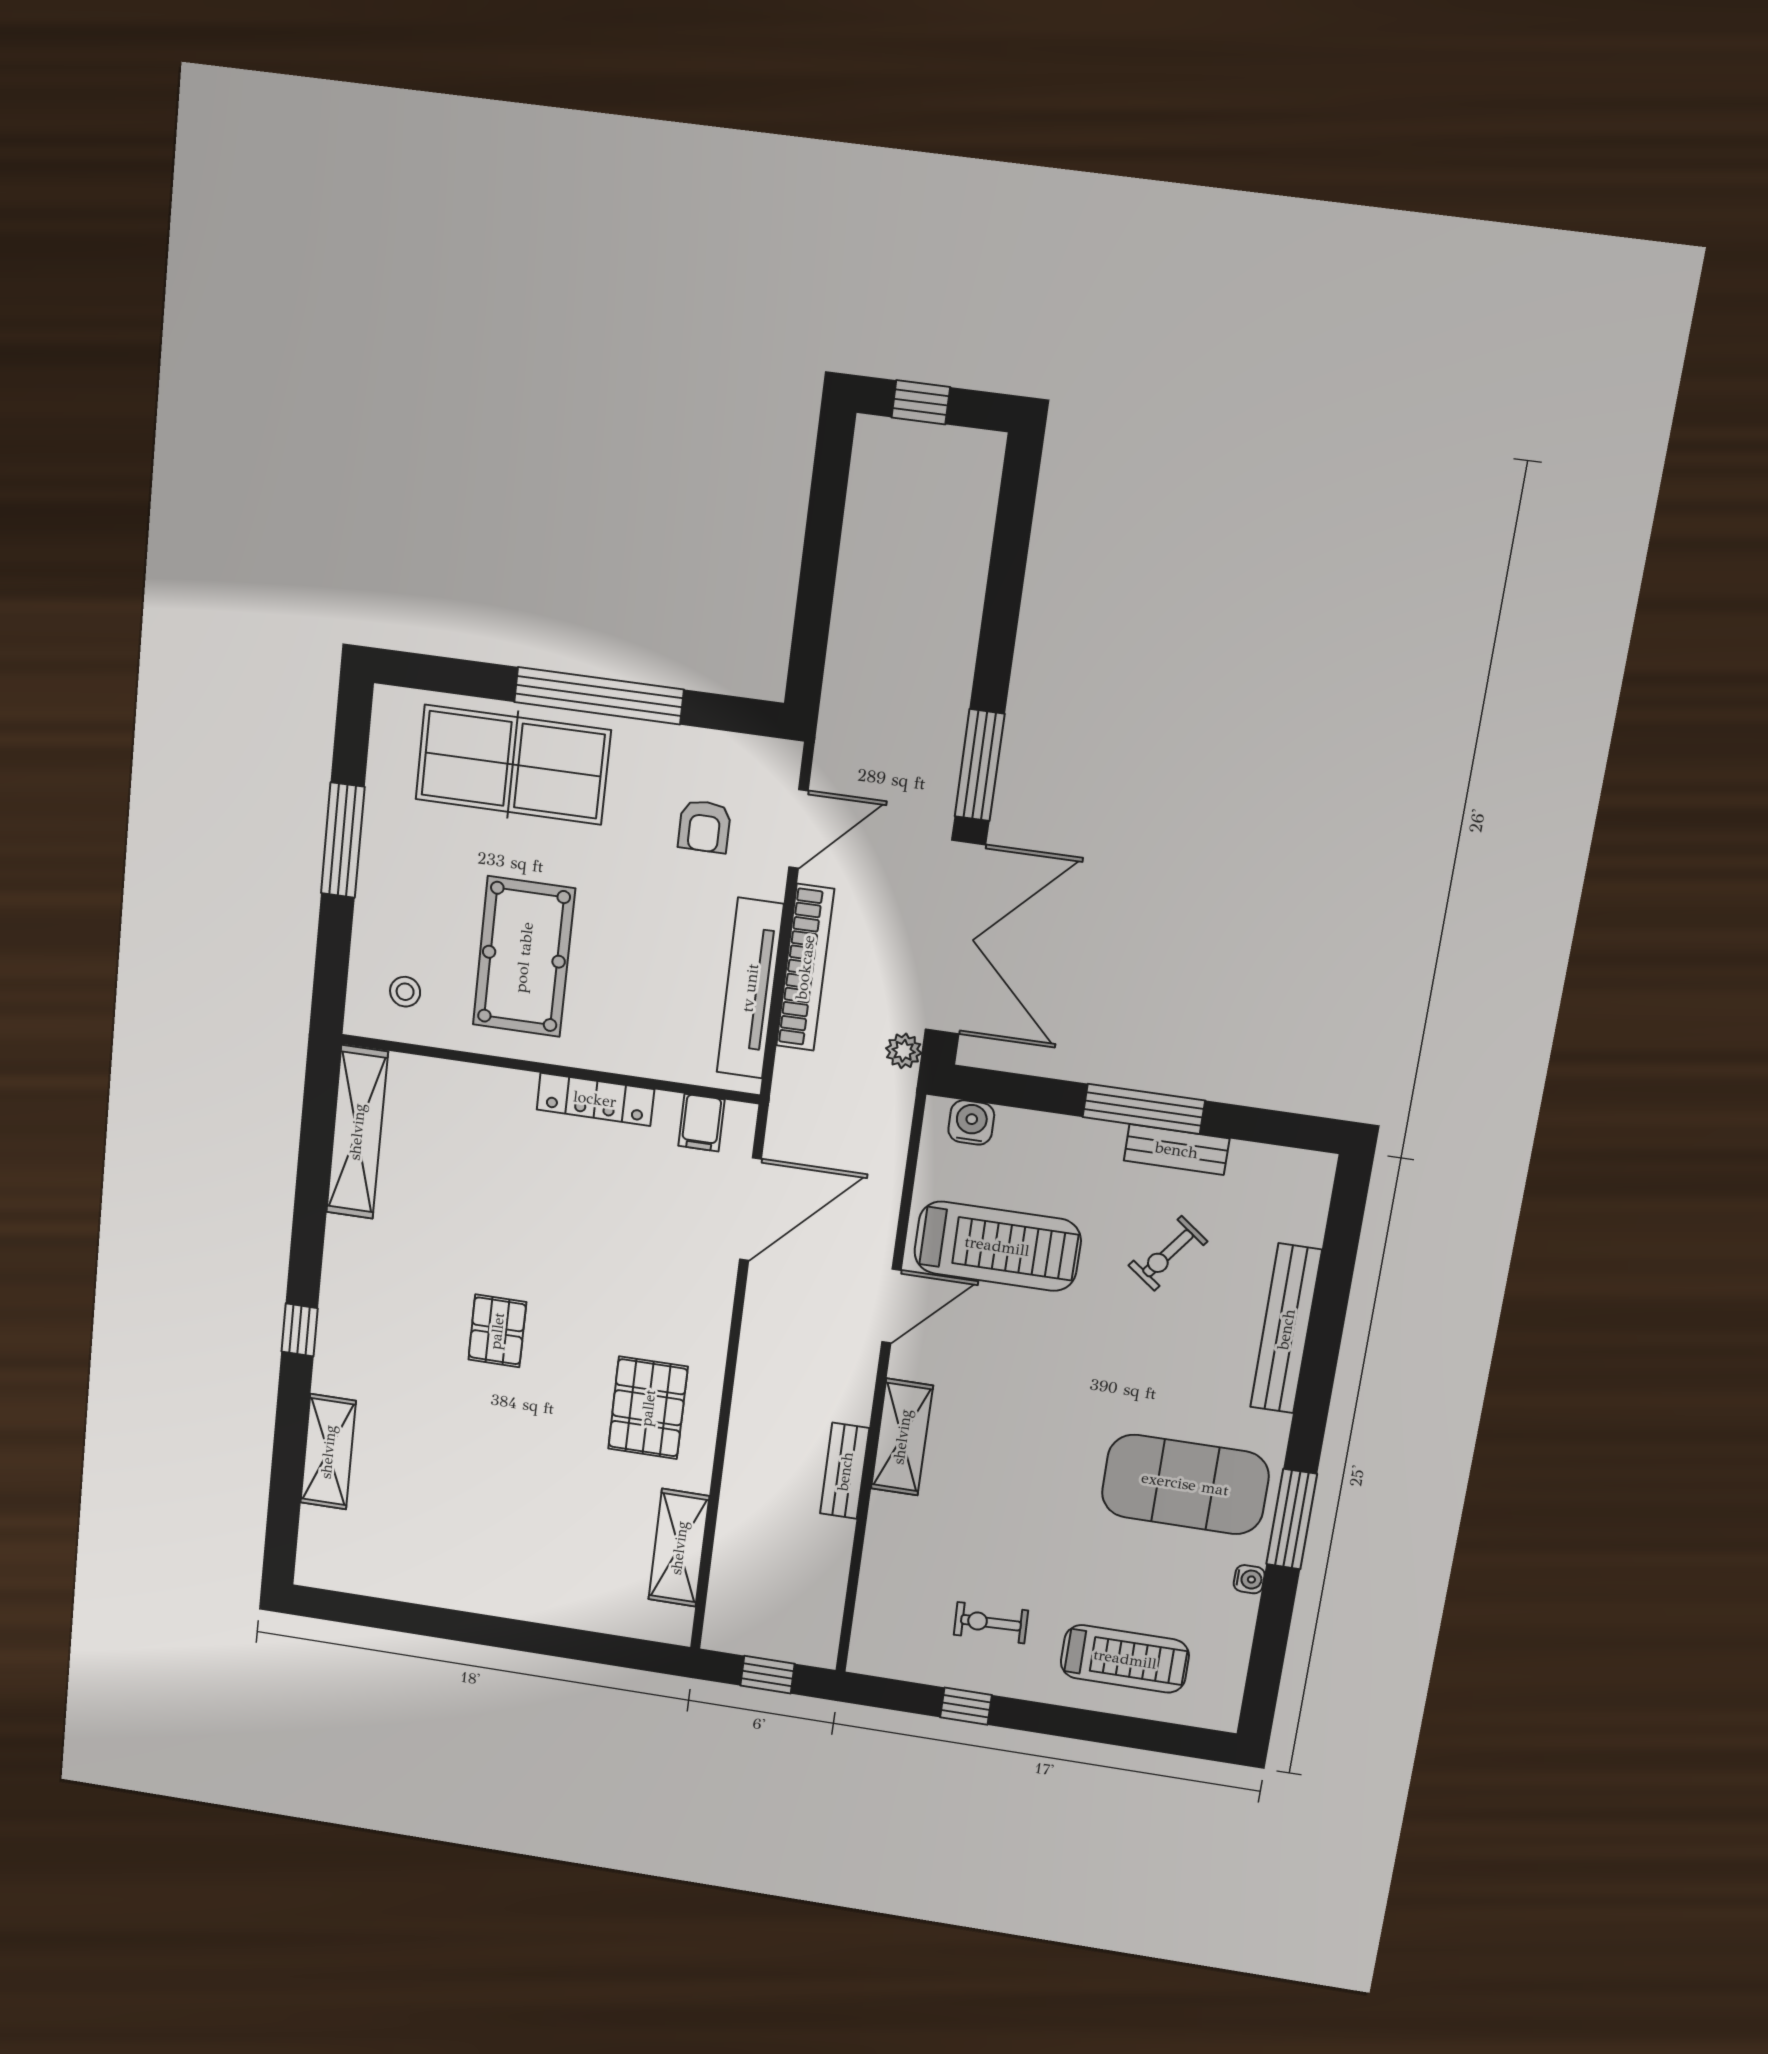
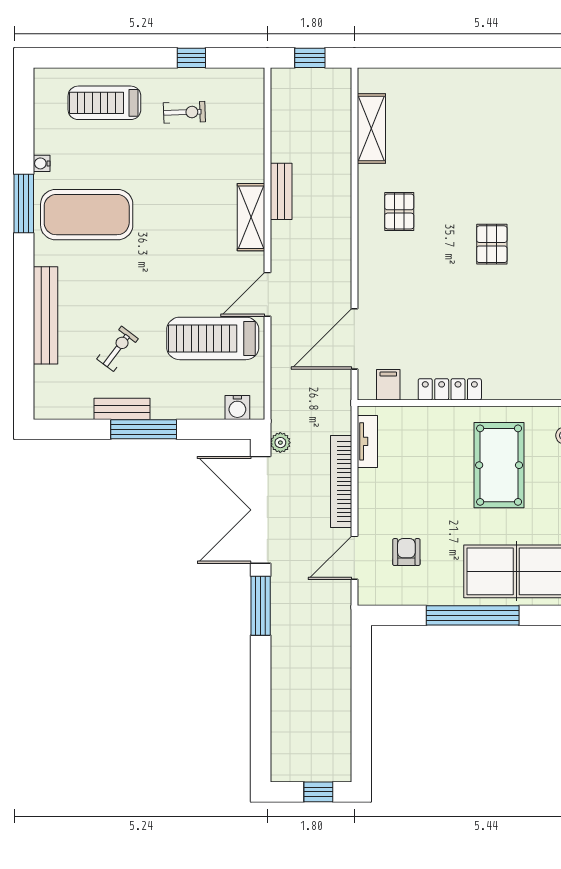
tv unit: (750, 988) -> (367, 441), width x0.52, depth x0.78
pallet: (648, 1408) -> (399, 211), width x0.67, depth x0.71

